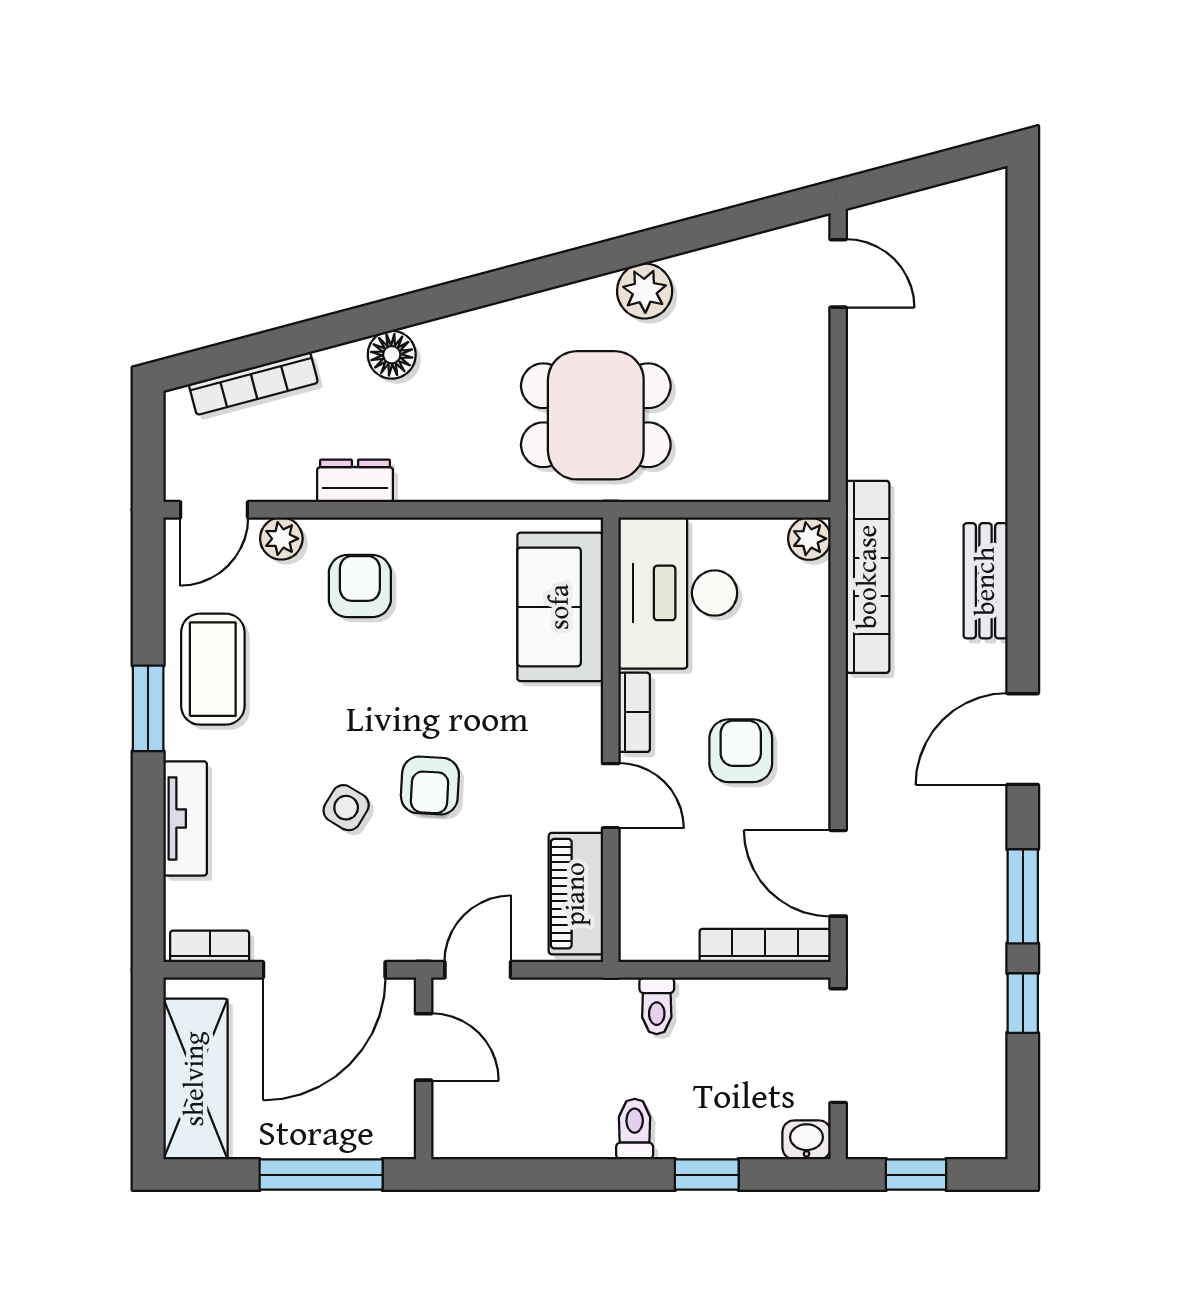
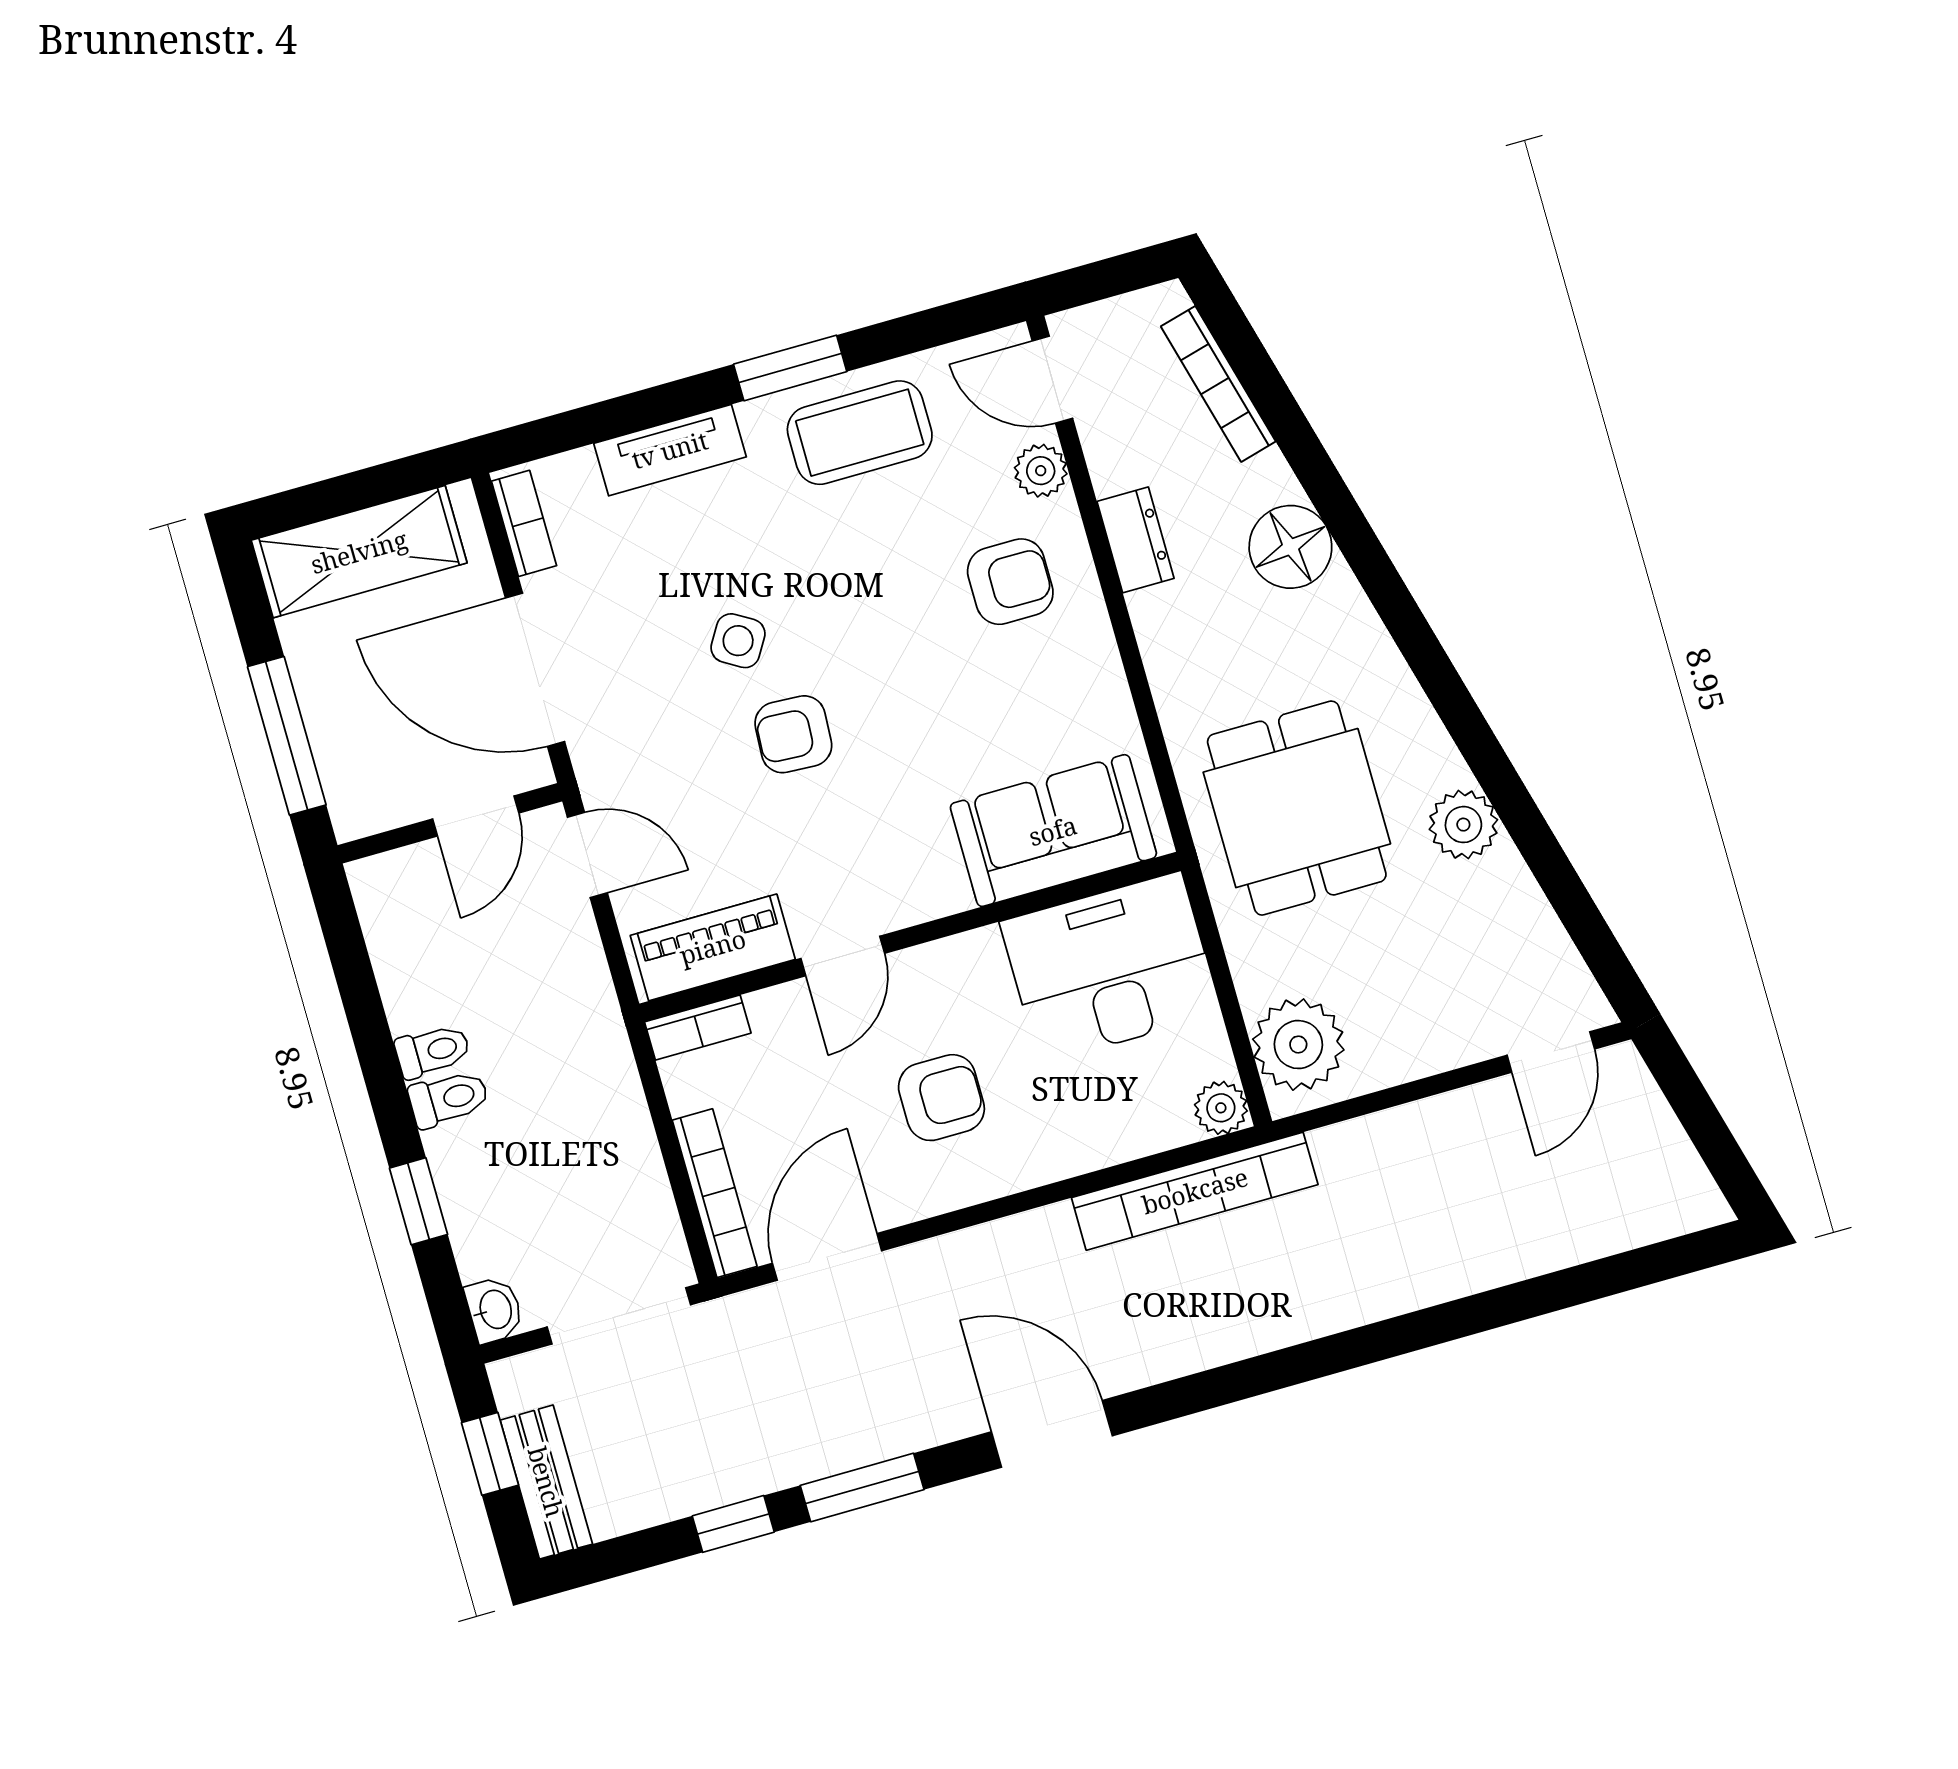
floor lamp: (392, 355) -> (1290, 547), width x1.38, depth x1.38
plant: (778, 465) -> (1298, 1045), added
bench: (986, 581) -> (546, 1482), moved, turned 90
bookcase: (634, 712) -> (698, 1028), moved
toilet: (657, 1006) -> (433, 1051), moved, turned 180

